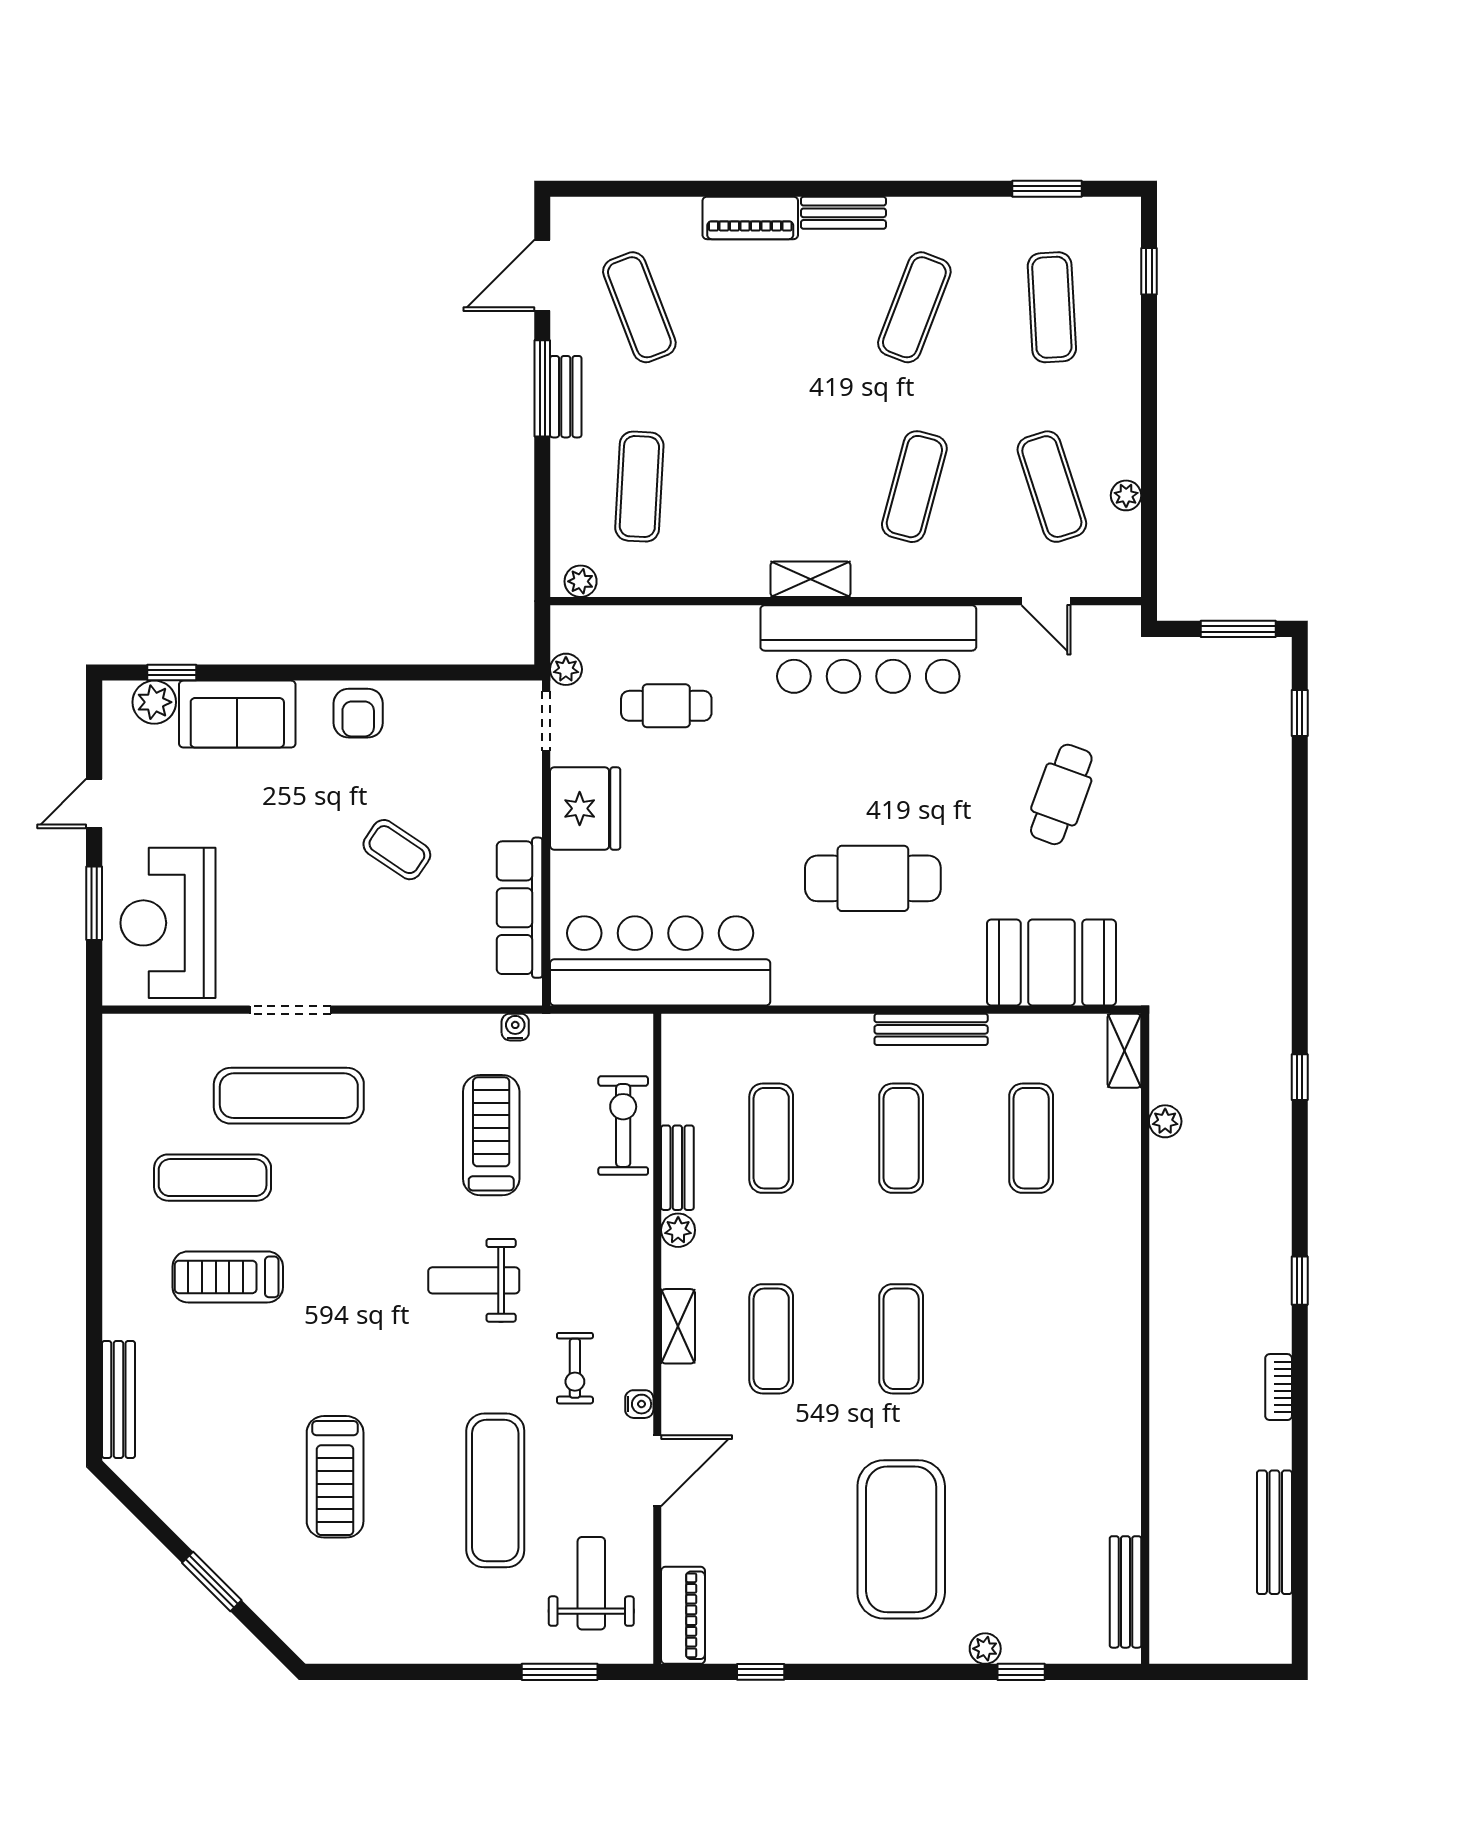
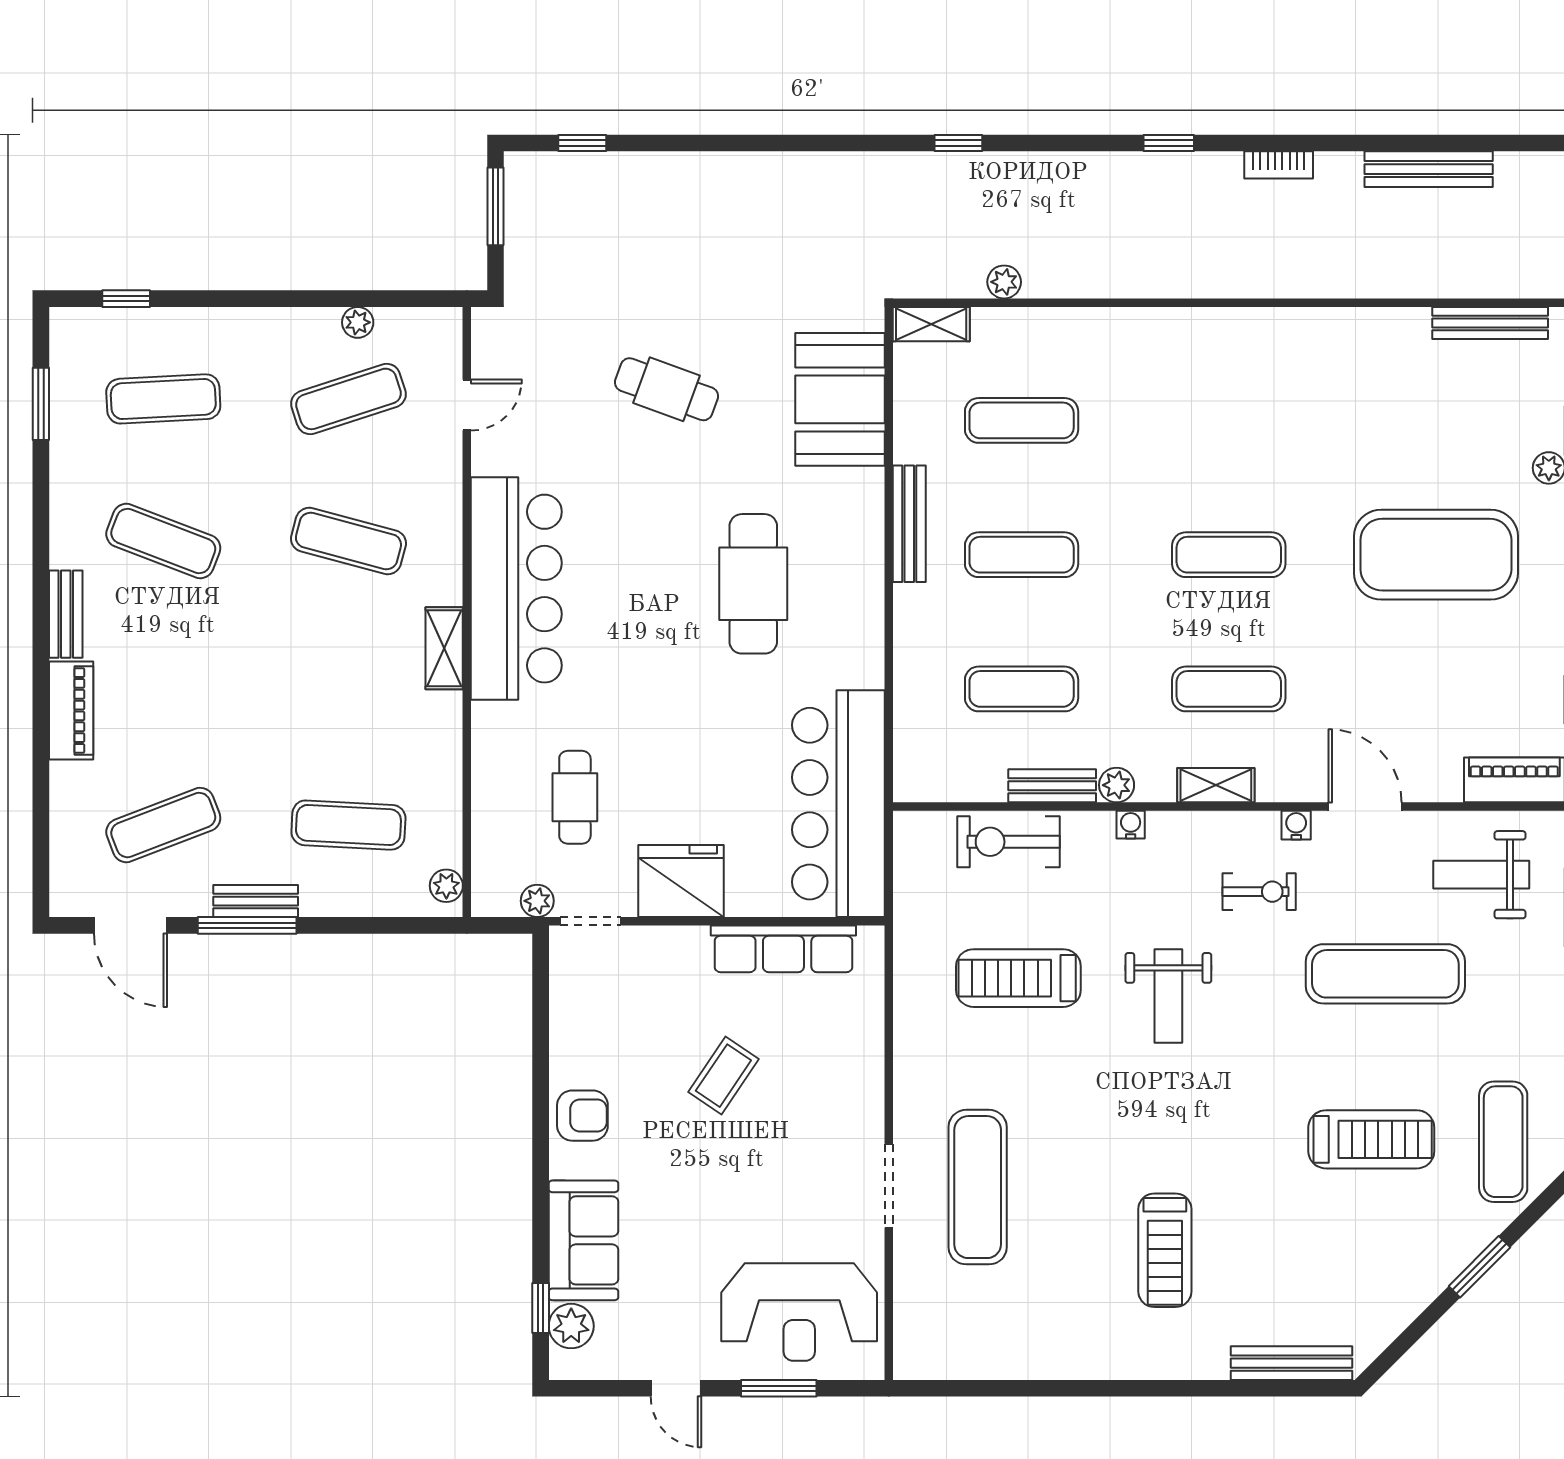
water cooler: (515, 1027) -> (1131, 825), moved, turned 90
exercise mat: (213, 1178) -> (1503, 1142), moved

